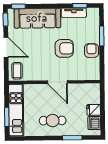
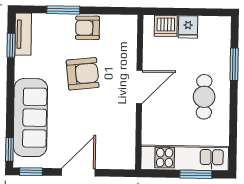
tv unit: (74, 13) -> (23, 34), moved
armchair: (64, 48) -> (83, 74), turned 84
coffee table: (17, 71) -> (118, 155), removed
dishwasher: (94, 123) -> (166, 26), moved

